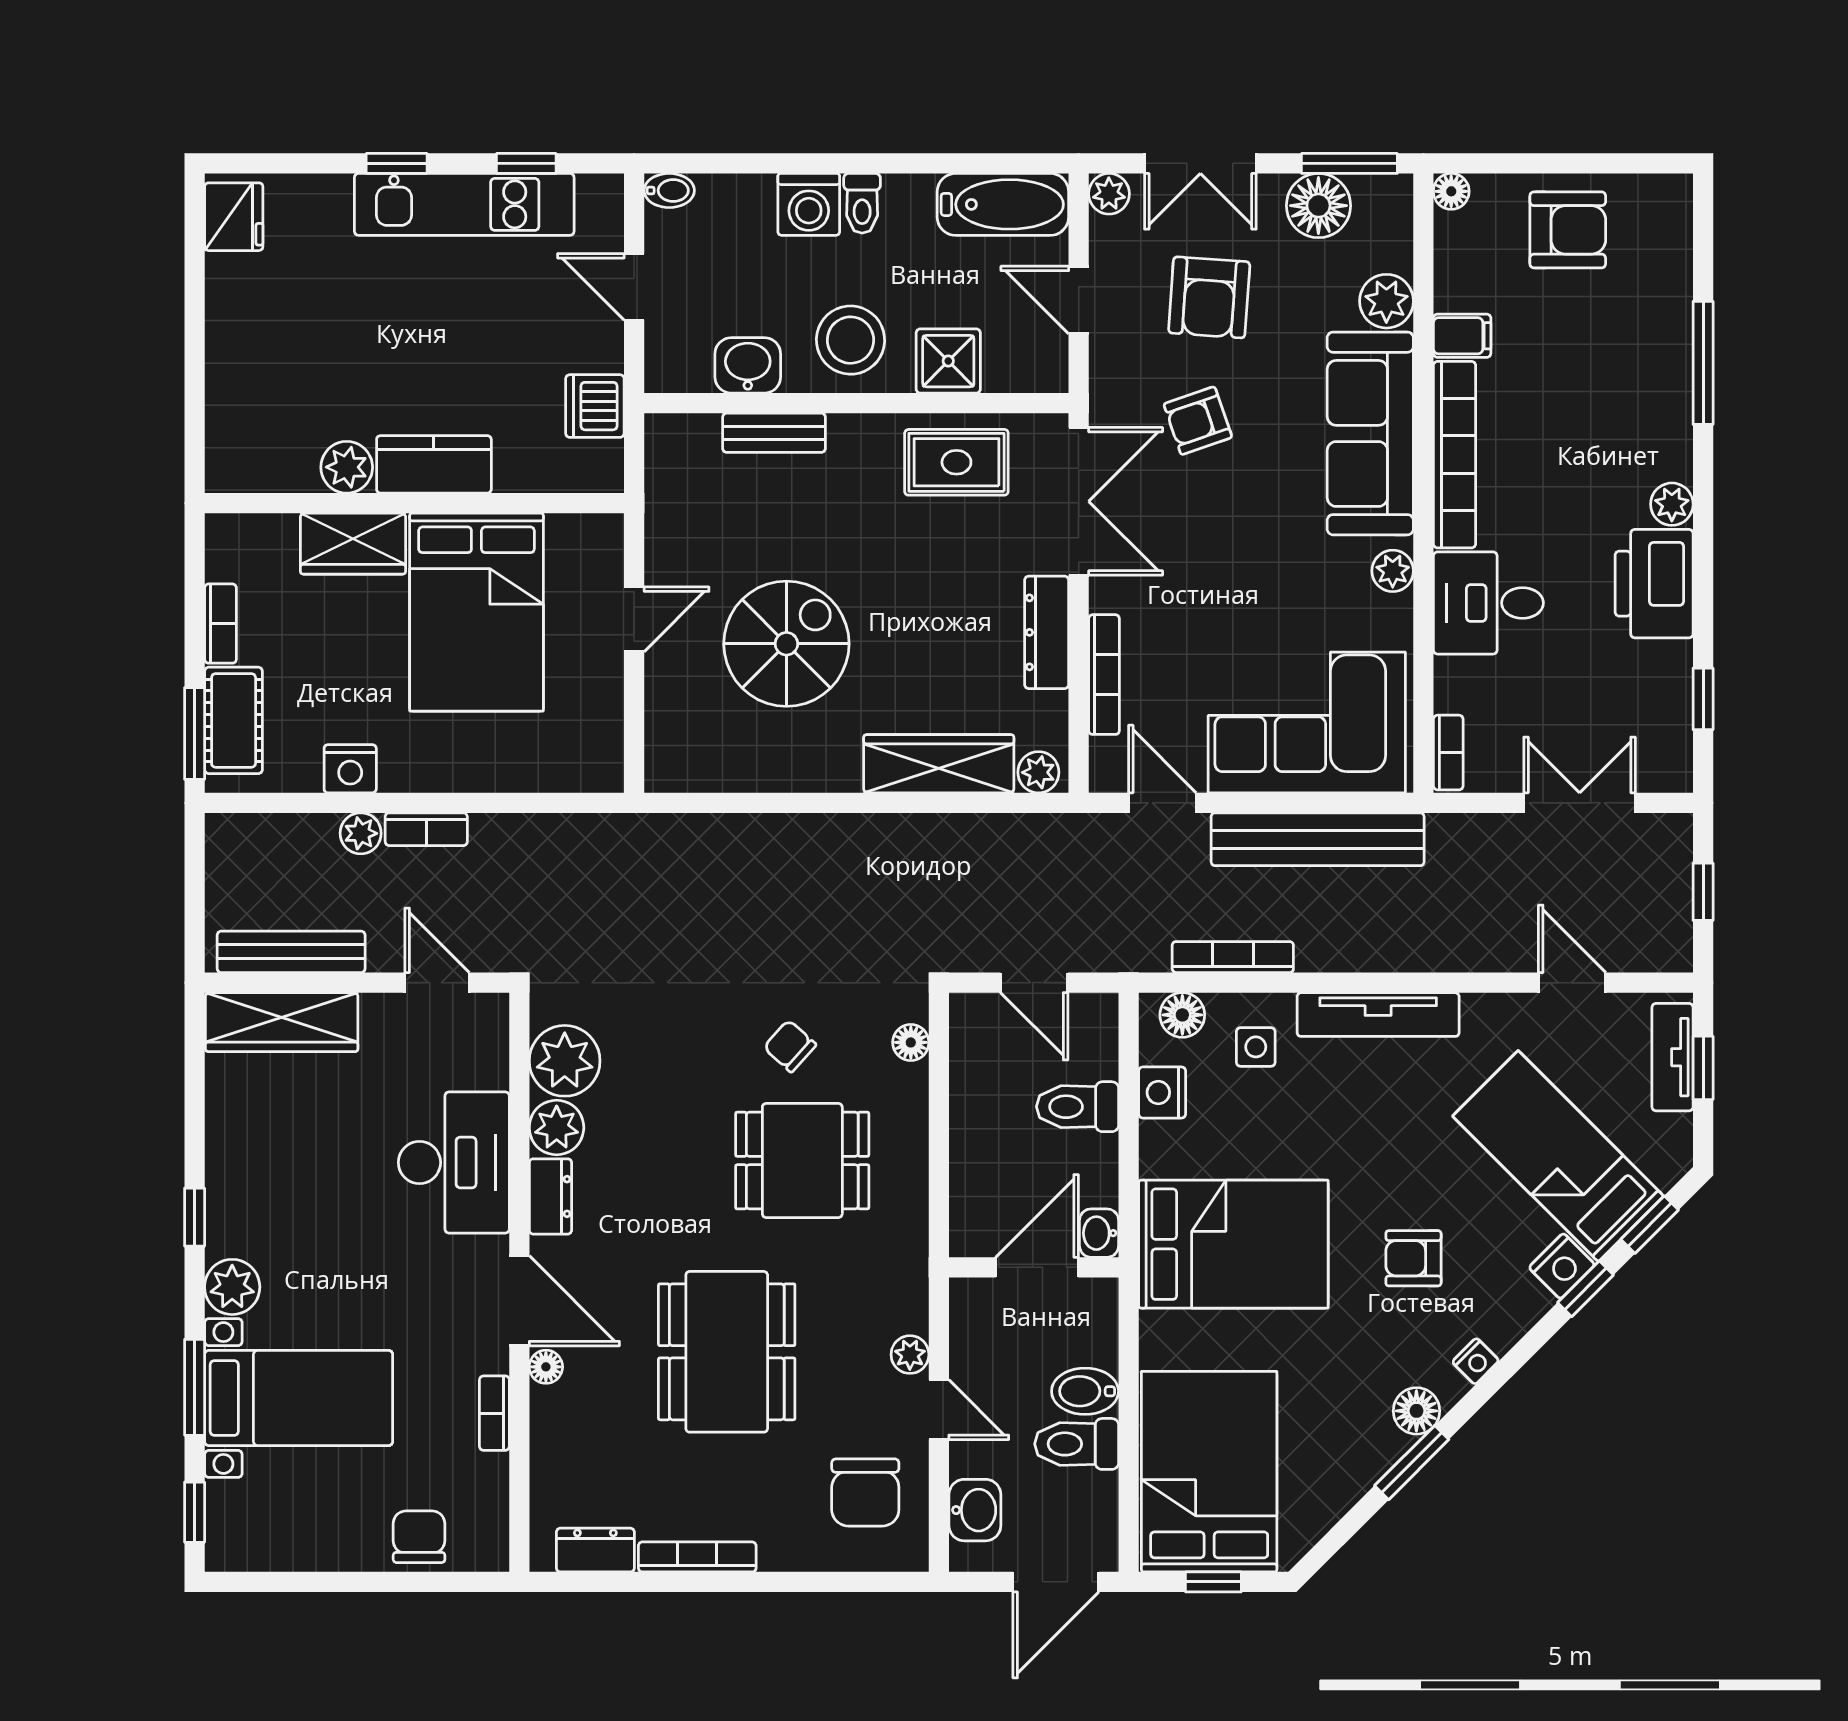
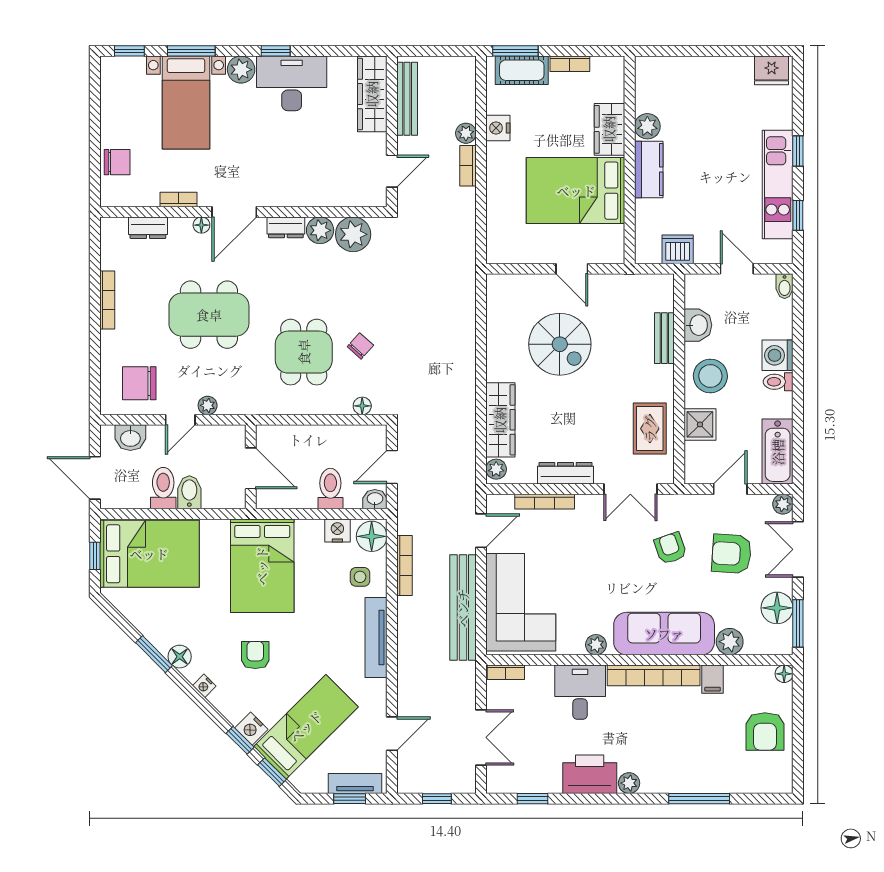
door: (634, 287) -> (737, 269), hinge flipped
double door: (1079, 501) -> (630, 489), width x0.73
floor lamp: (1182, 1015) -> (372, 536), width x1.38, depth x1.38
desk: (454, 1162) -> (292, 83), moved, turned 180
washbasin: (1099, 1233) -> (375, 499), moved
dresser: (595, 1550) -> (148, 228), moved, turned 90

